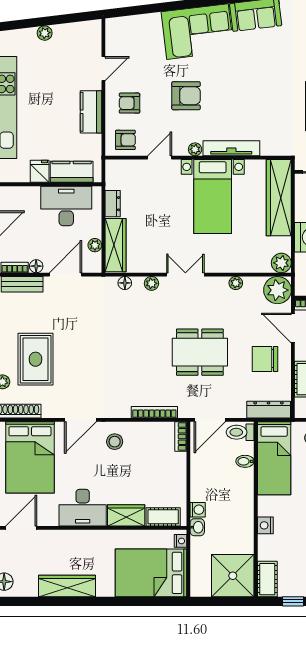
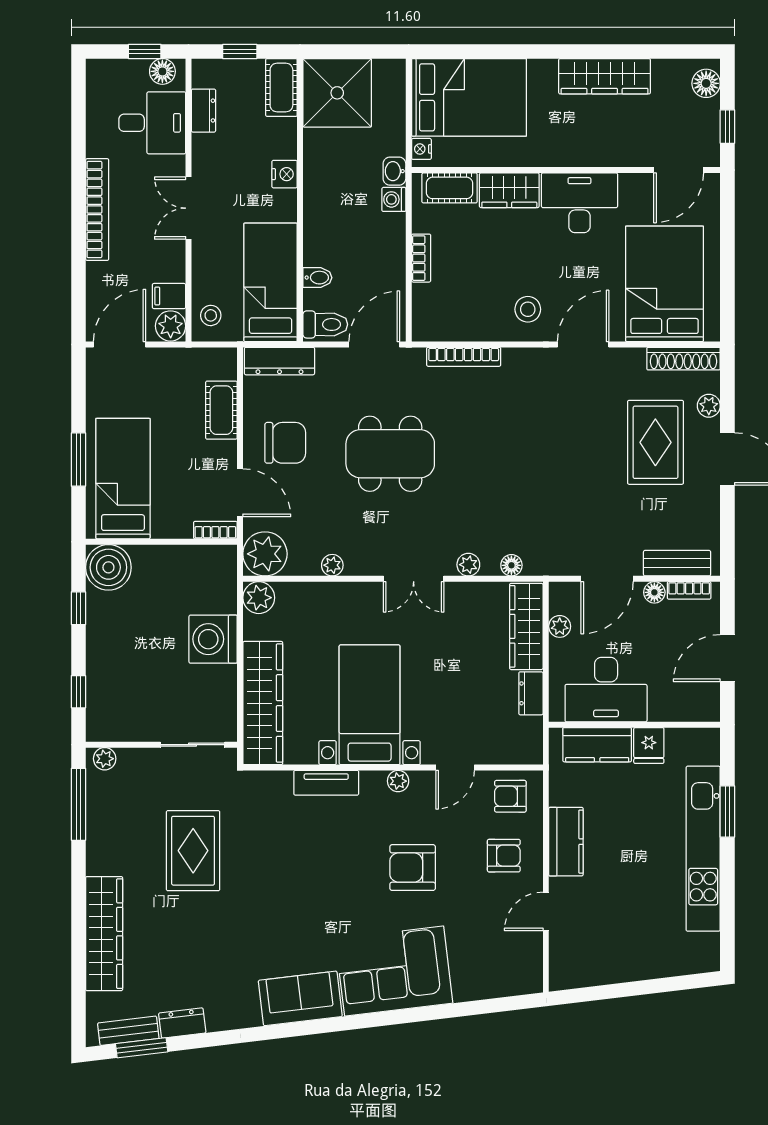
plant: (45, 33) -> (641, 969), removed
tv unit: (231, 148) -> (326, 783), width x0.71
bookcase: (181, 436) -> (421, 258), moved

